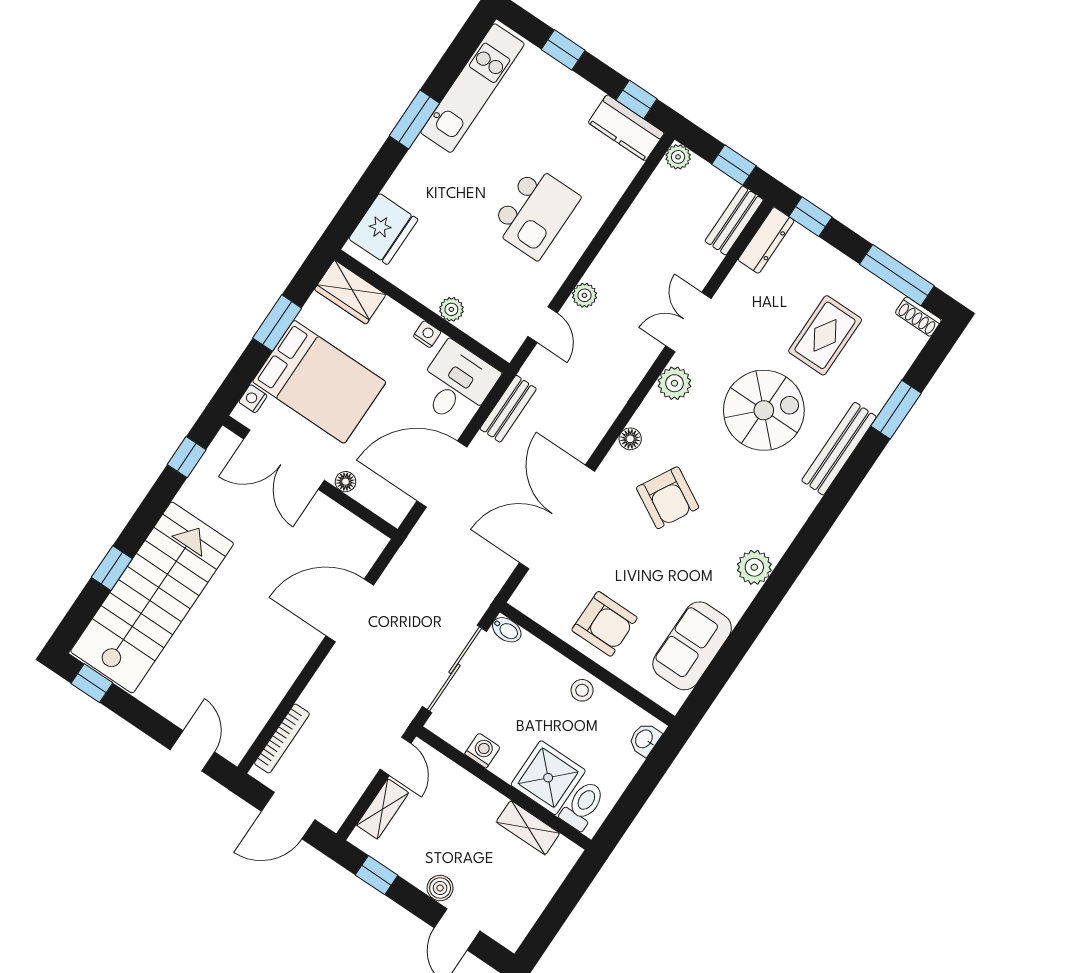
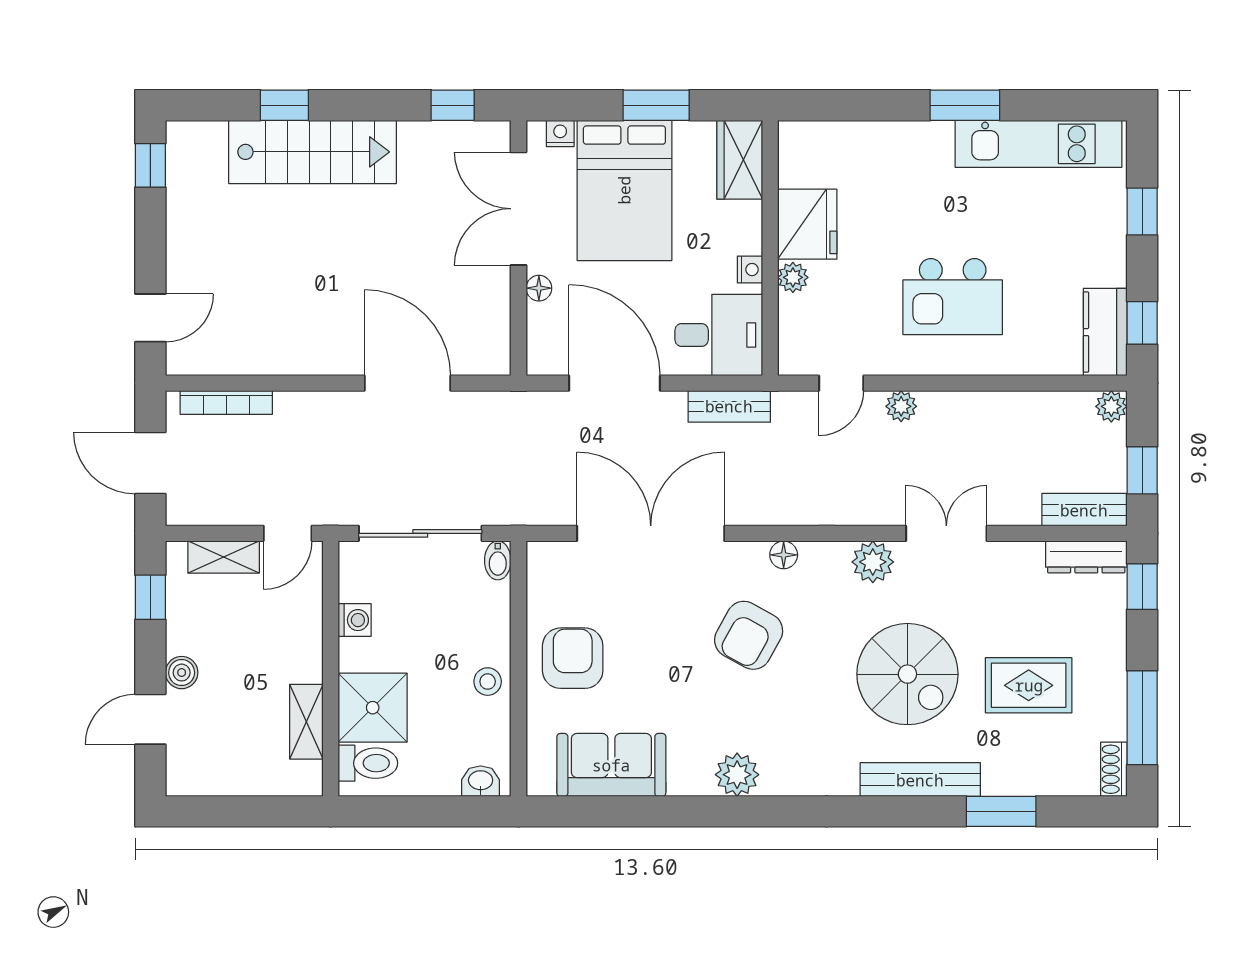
fridge: (383, 229) -> (807, 224), moved, turned -90
stairs: (152, 597) -> (313, 152), width x0.73, depth x0.66
armchair: (605, 624) -> (573, 658), turned 180

